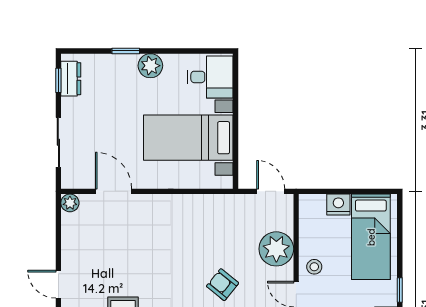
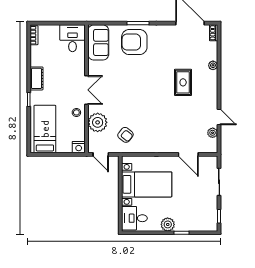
dresser: (71, 79) -> (212, 217), removed
plant: (70, 203) -> (213, 133), moved
nightstand: (338, 205) -> (79, 147), moved
door: (58, 284) -> (219, 117), moved
armchair: (223, 285) -> (125, 135), moved

